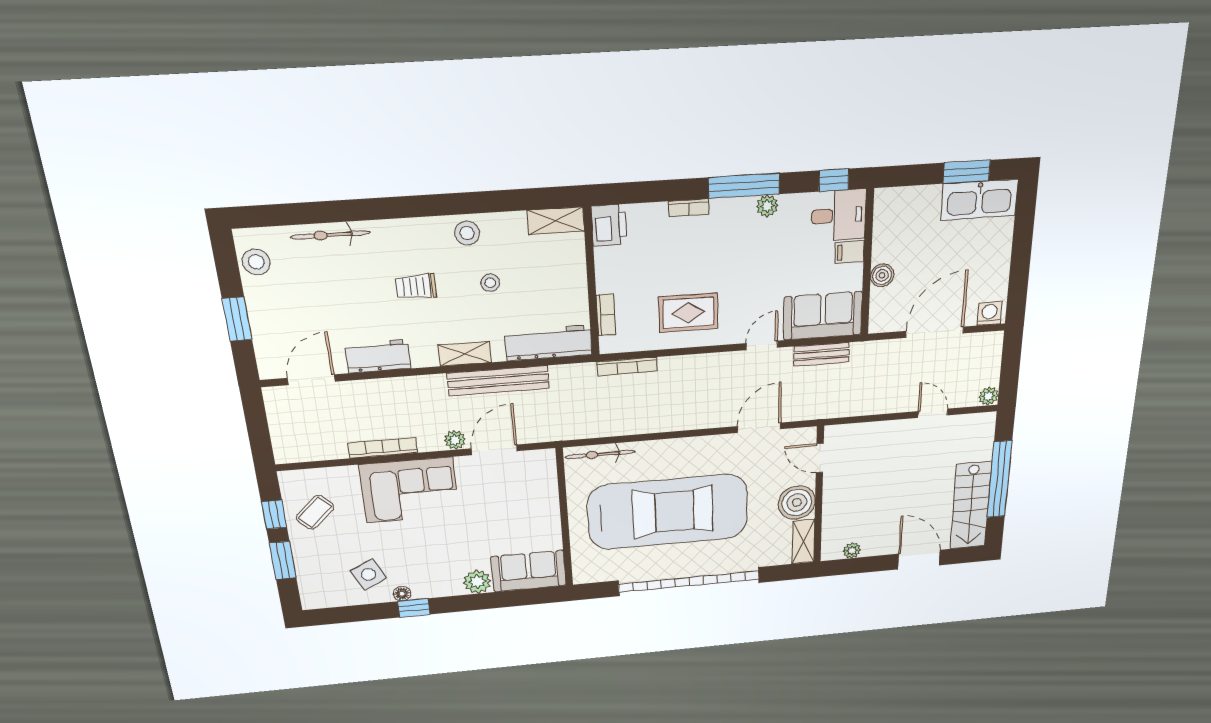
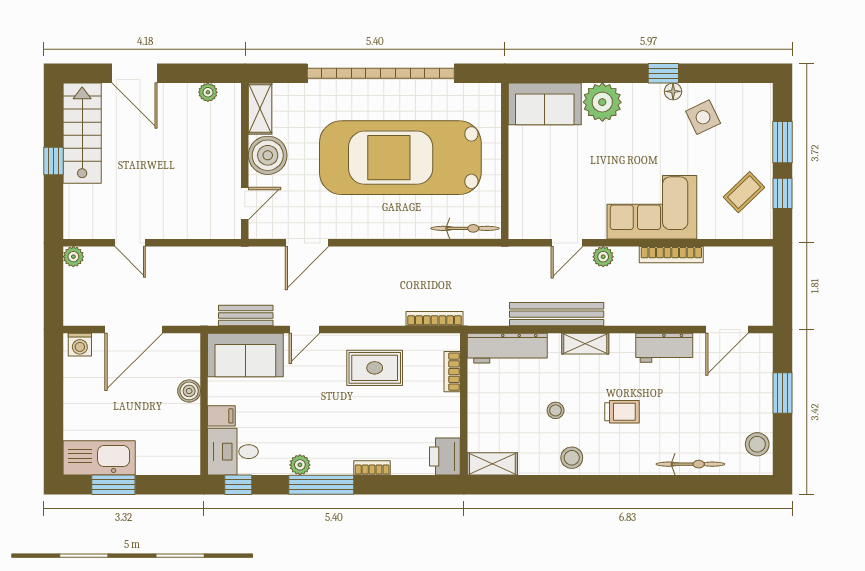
door: (494, 450) -> (567, 243), width x0.73
door: (820, 458) -> (245, 204), hinge flipped
window: (999, 479) -> (54, 161), width x0.32
plant: (477, 582) -> (602, 102), width x1.36, depth x1.36

